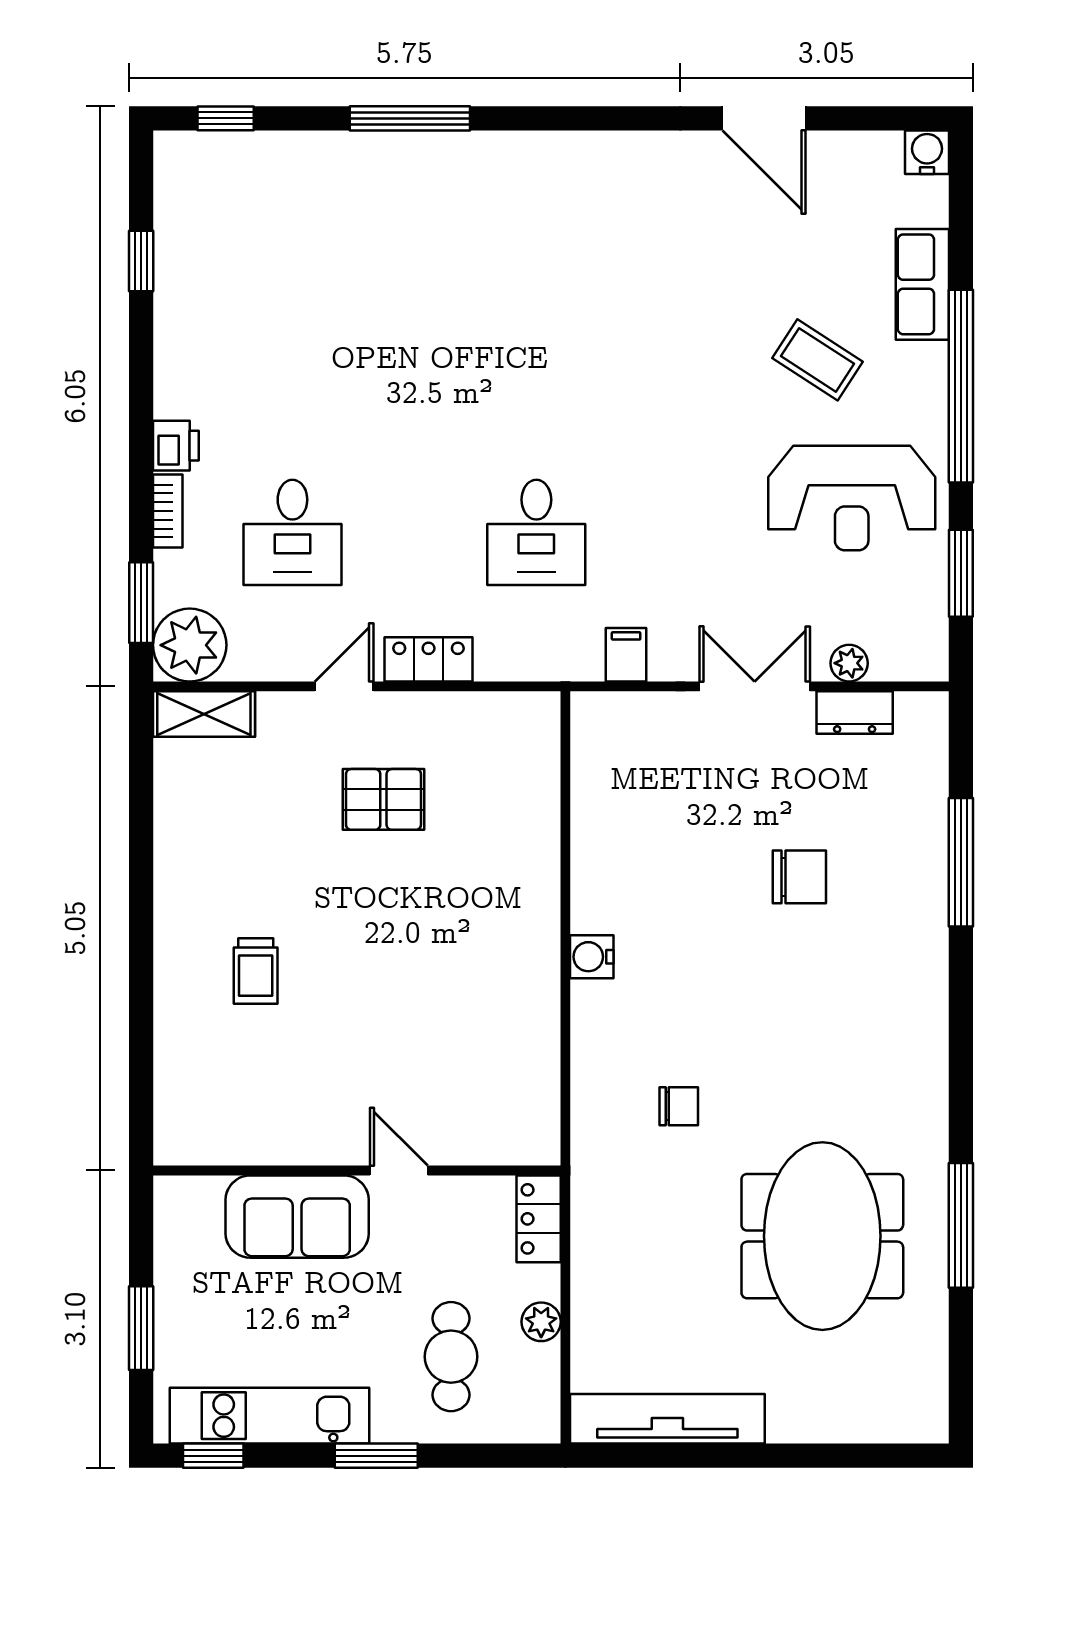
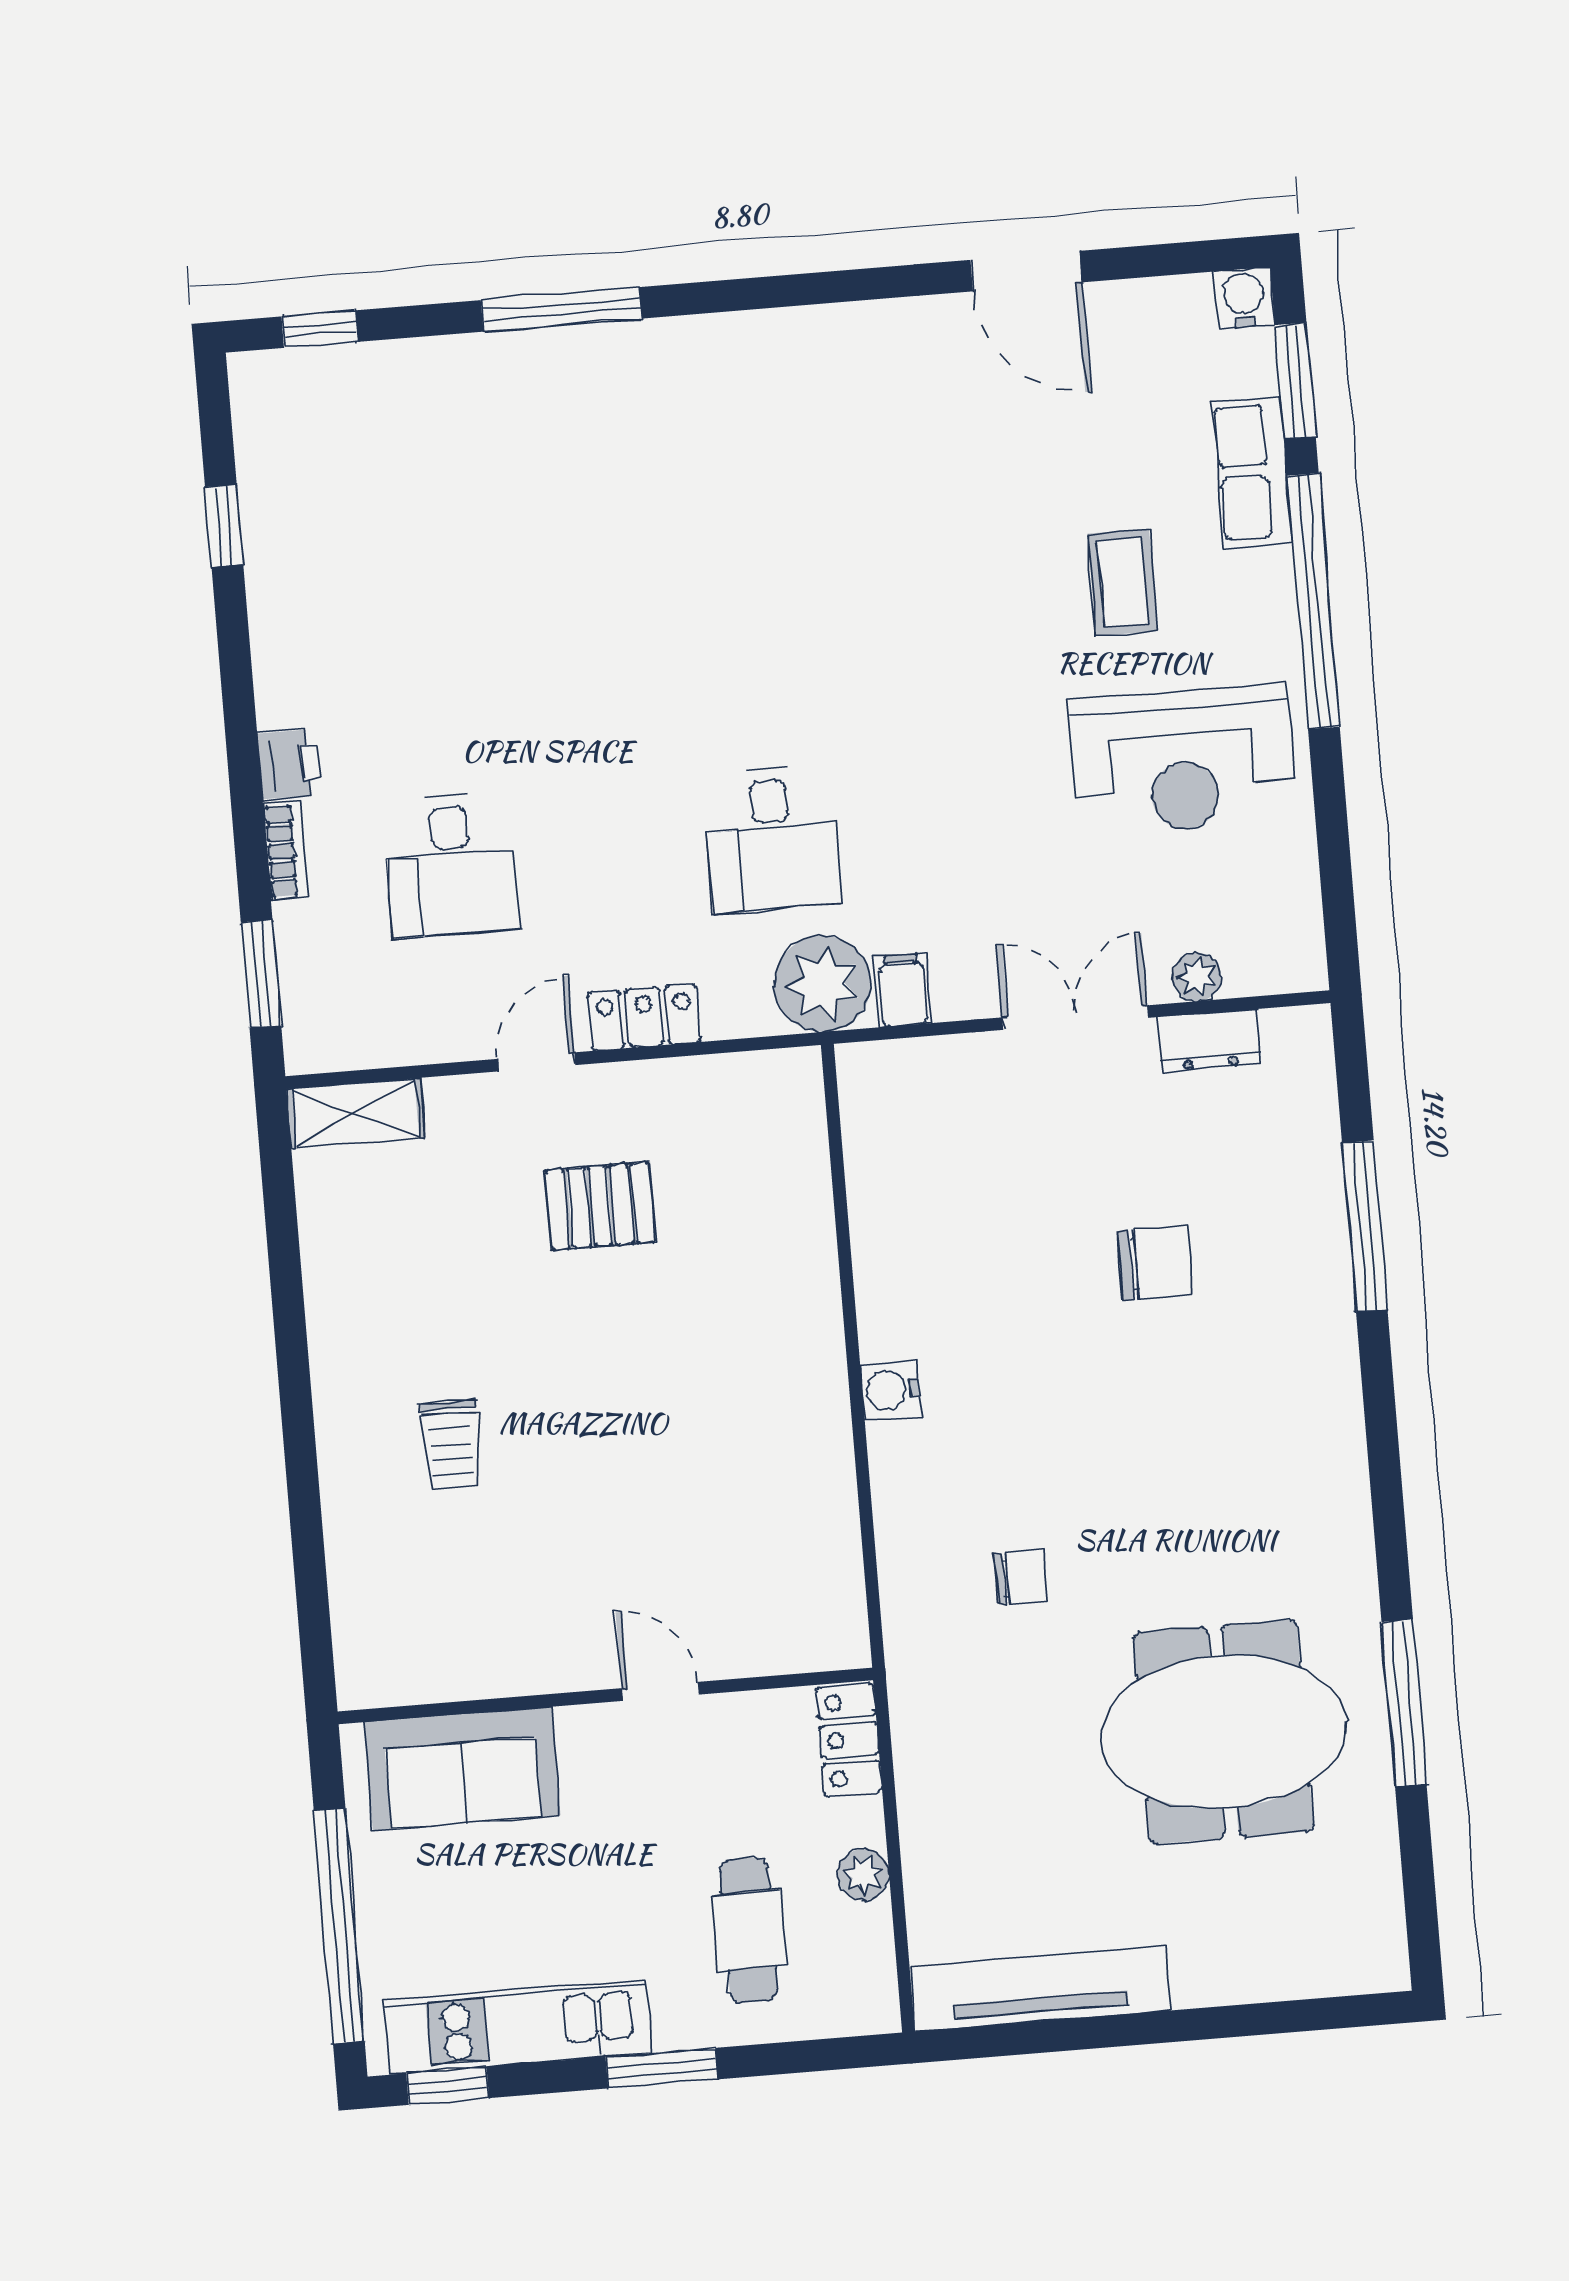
coffee table: (817, 360) -> (1122, 582), turned 57
window: (961, 573) -> (1295, 381), moved
plant: (190, 645) -> (822, 984), moved
sofa: (297, 1217) -> (462, 1769), moved
meeting table: (822, 1236) -> (1223, 1732), turned 90
window: (141, 1328) -> (339, 1926), width x2.11

